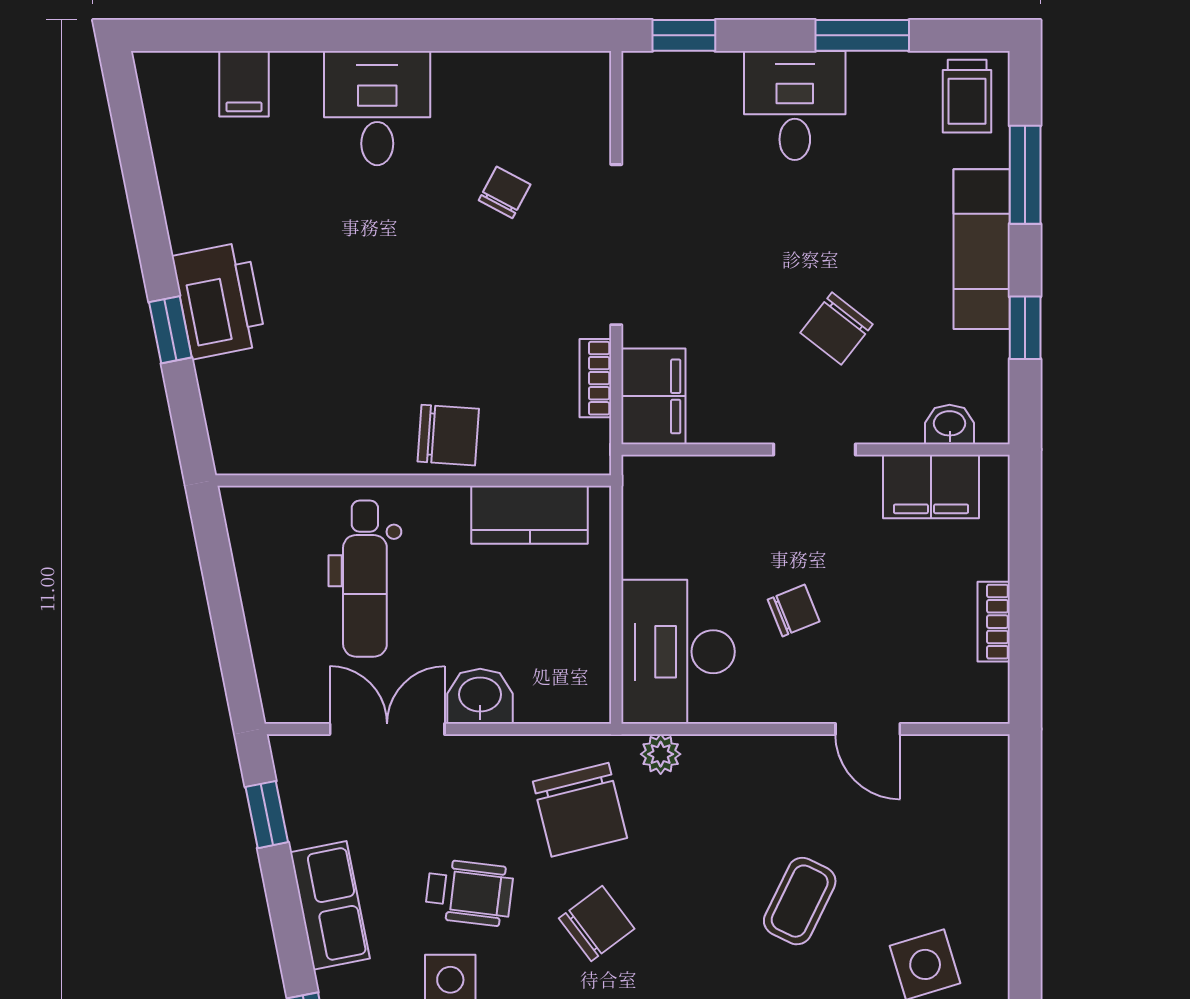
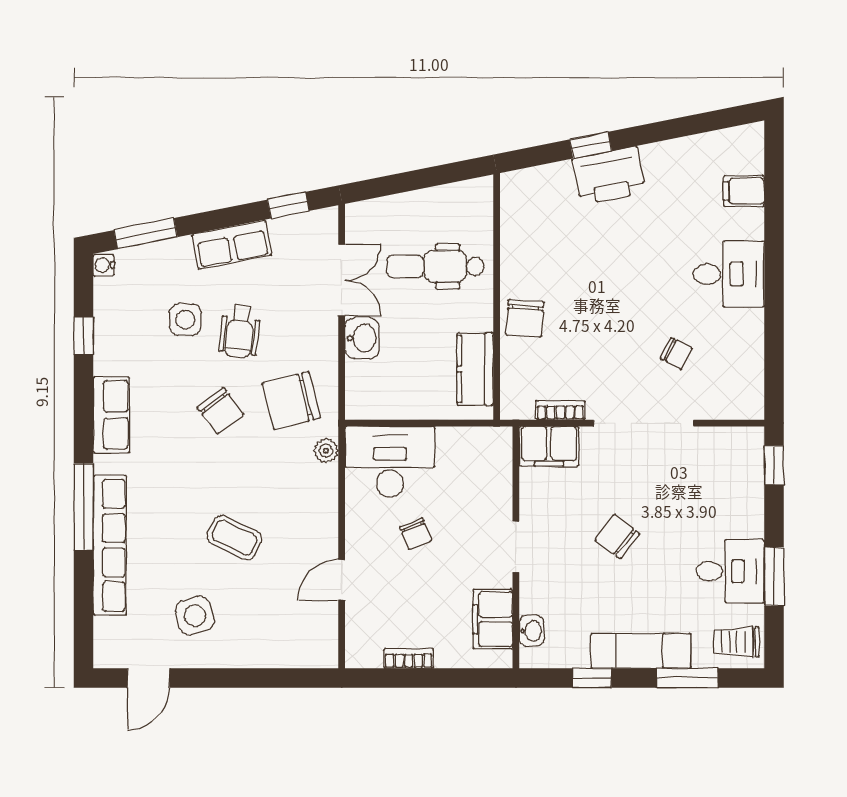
desk: (795, 106) -> (730, 571), moved
chair: (837, 329) -> (617, 536), moved

